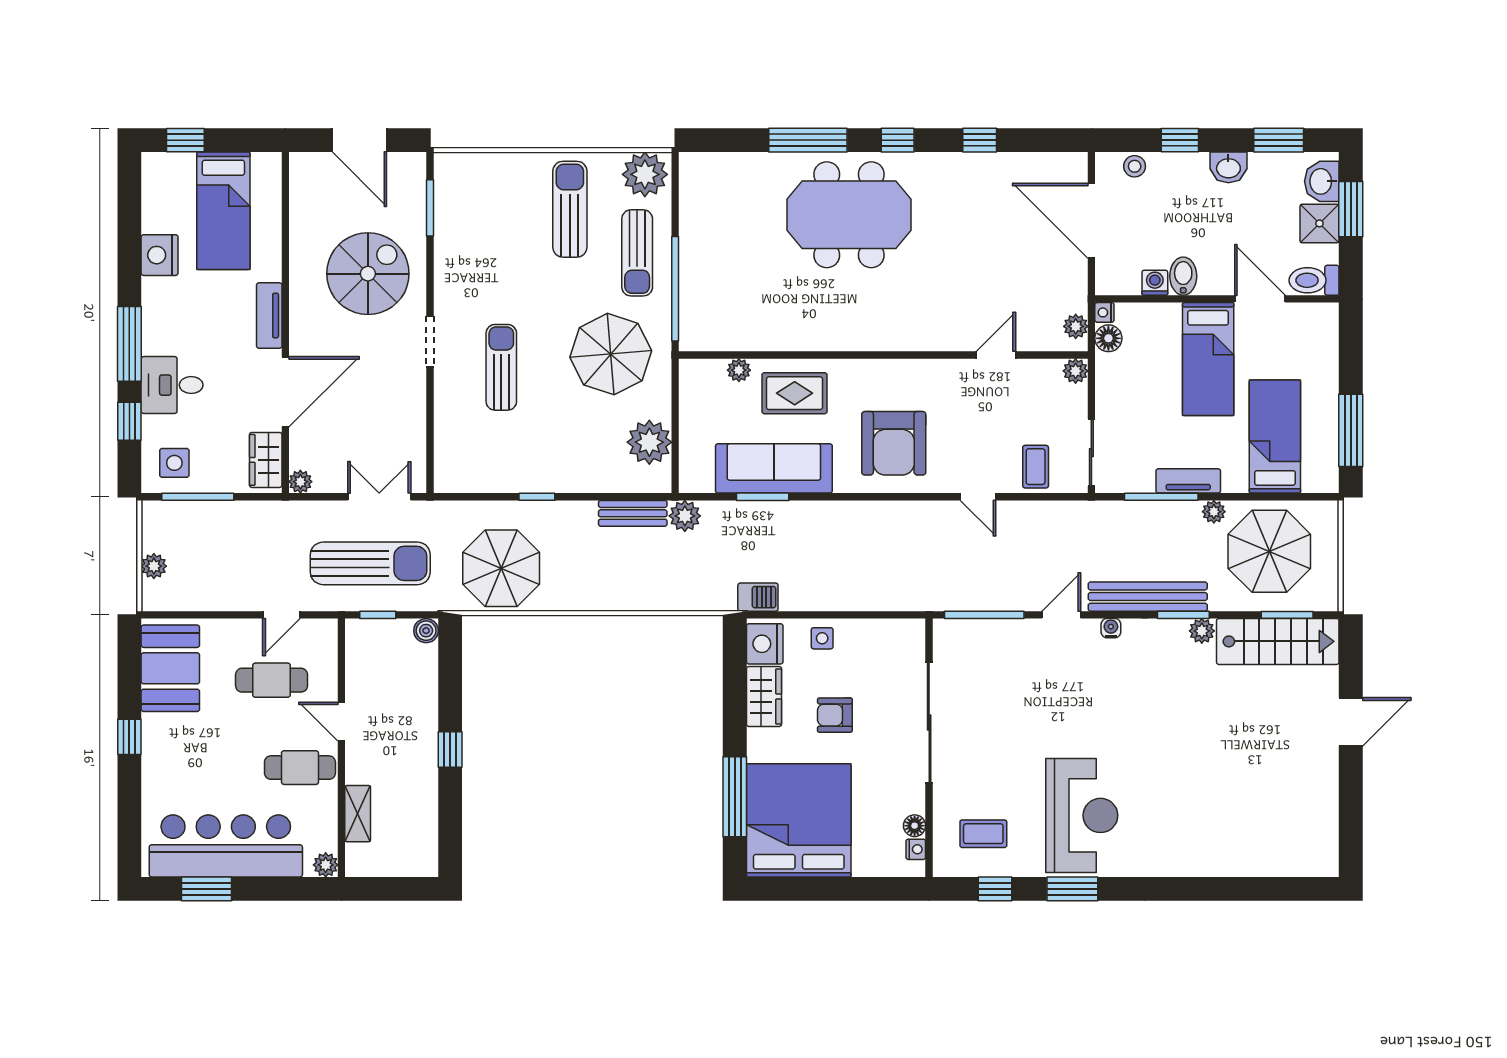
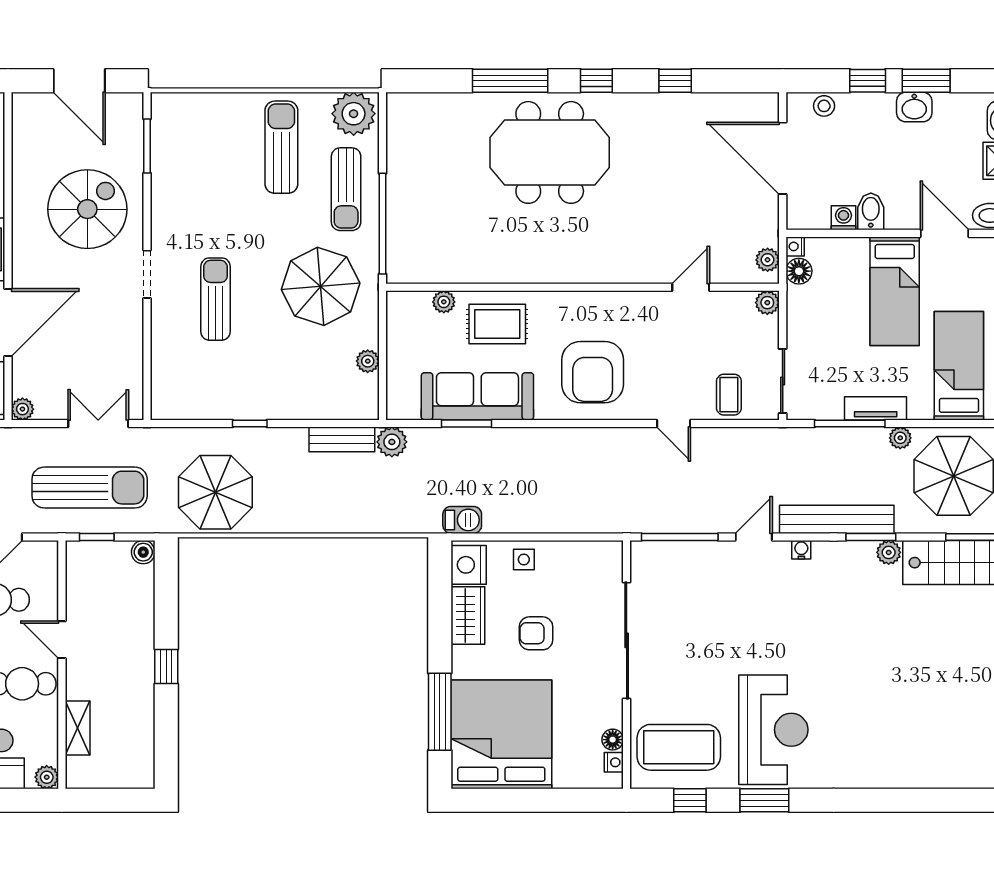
window: (1279, 140) -> (926, 81), moved
plant: (649, 442) -> (368, 361), width x0.53, depth x0.53
coffee table: (983, 834) -> (679, 747), width x1.86, depth x1.72

